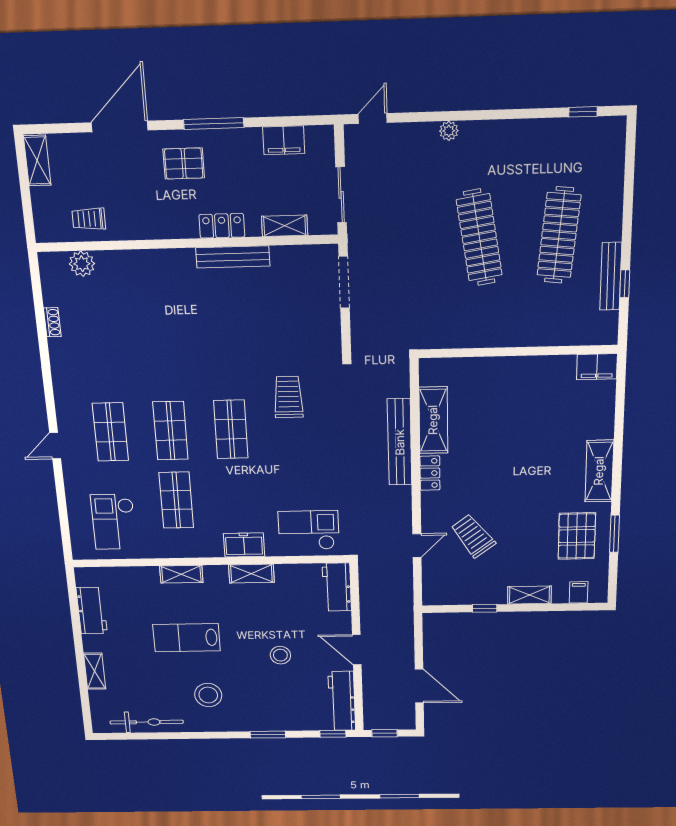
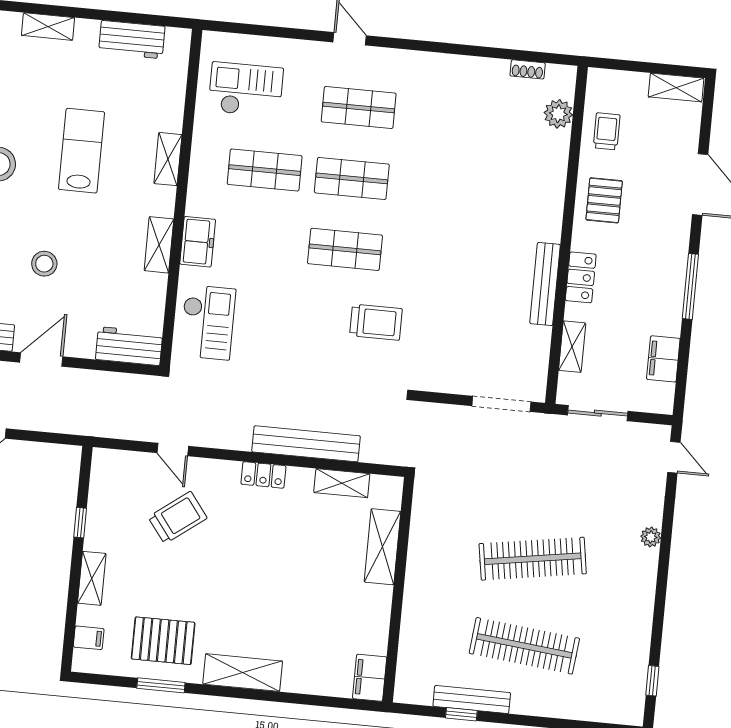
pallet: (184, 164) -> (604, 200), moved
shoe rack: (52, 322) -> (528, 69), moved
shelving: (481, 369) -> (382, 547), added
shelving: (433, 420) -> (342, 483), width x0.67, depth x0.75

